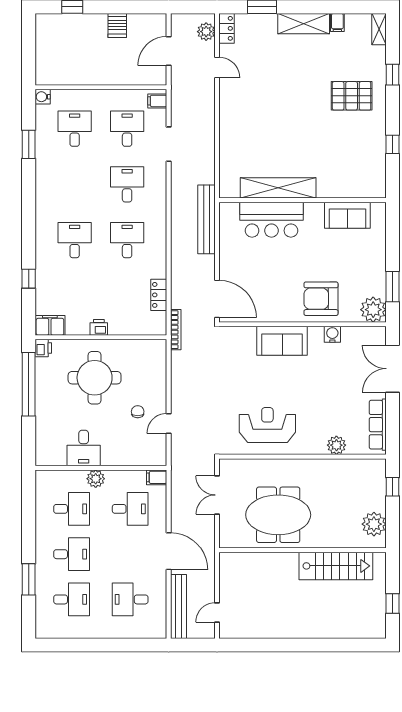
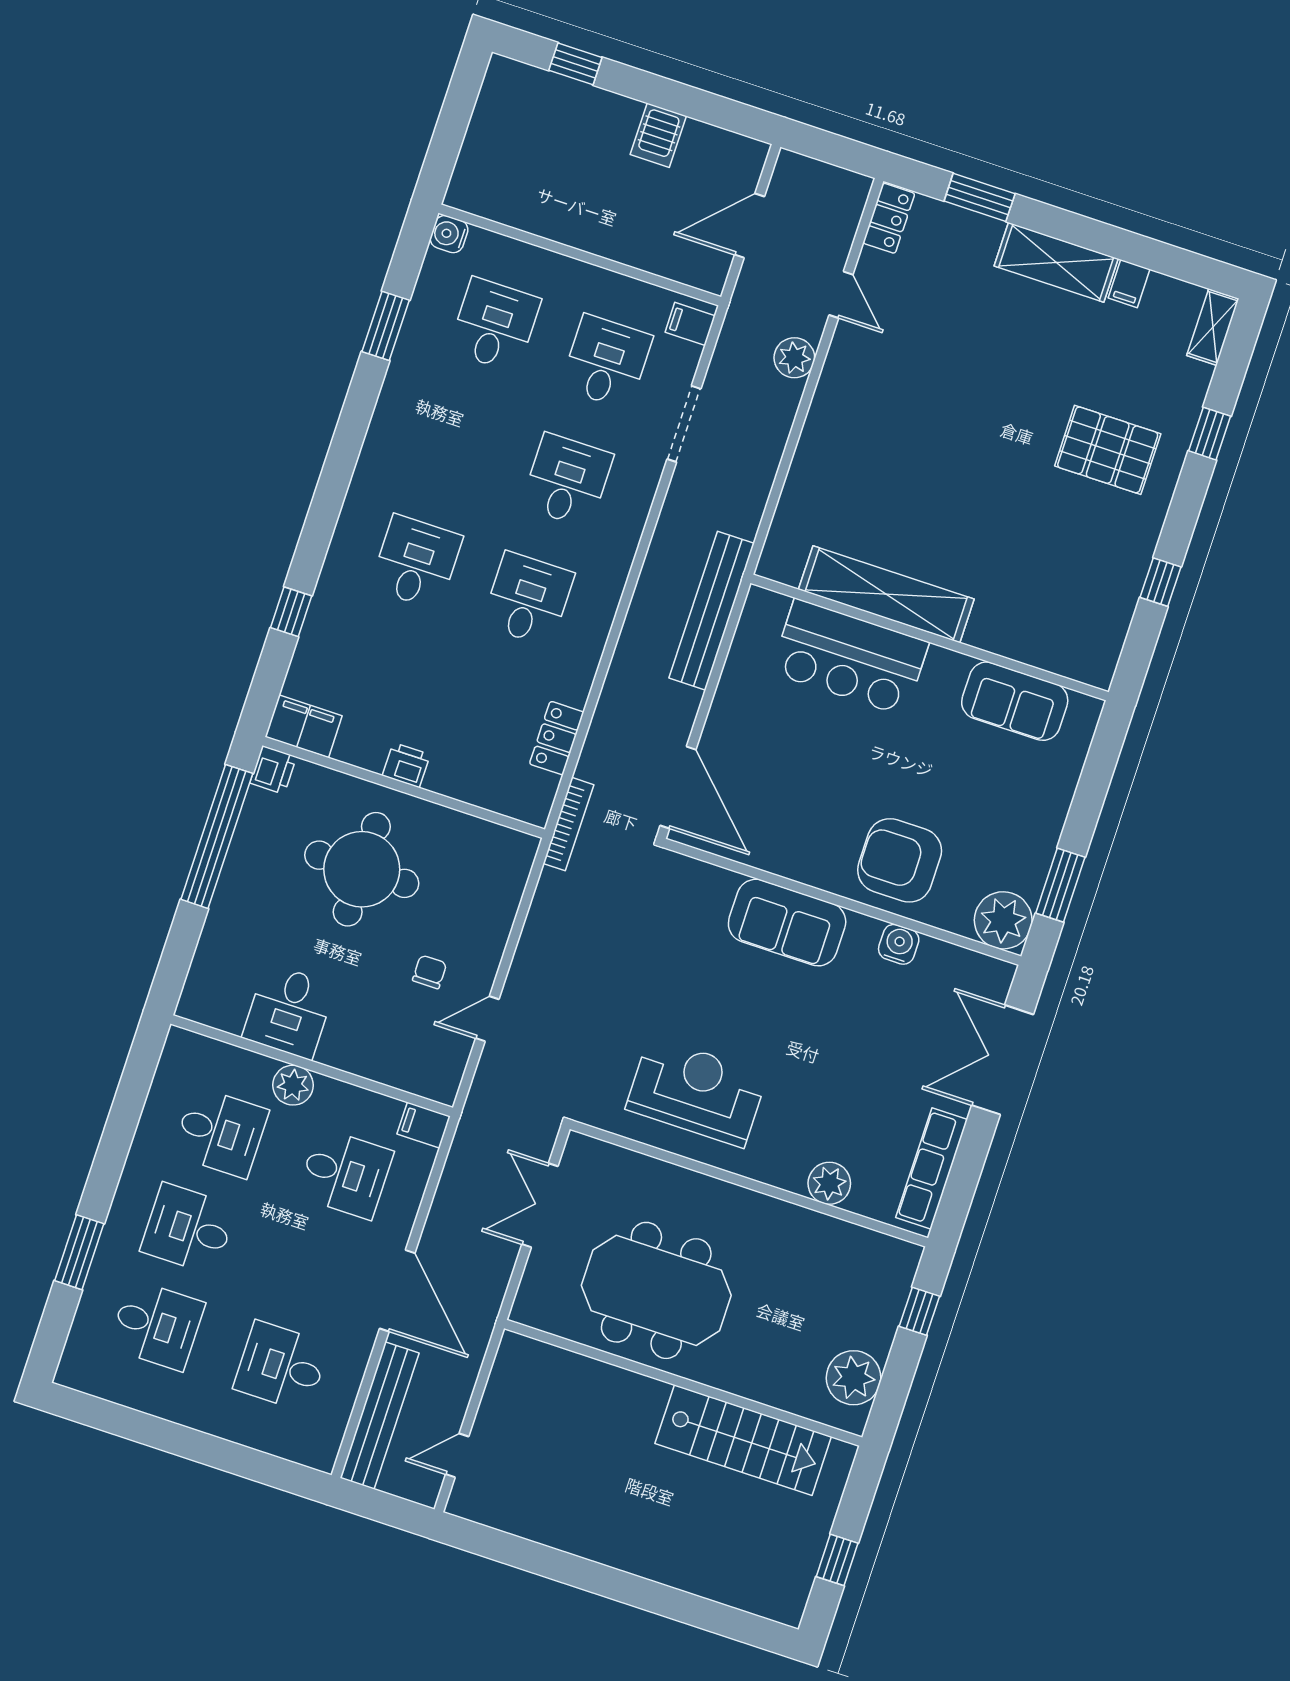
plant: (206, 32) -> (794, 358), moved
desk: (72, 554) -> (189, 1229), turned 180

